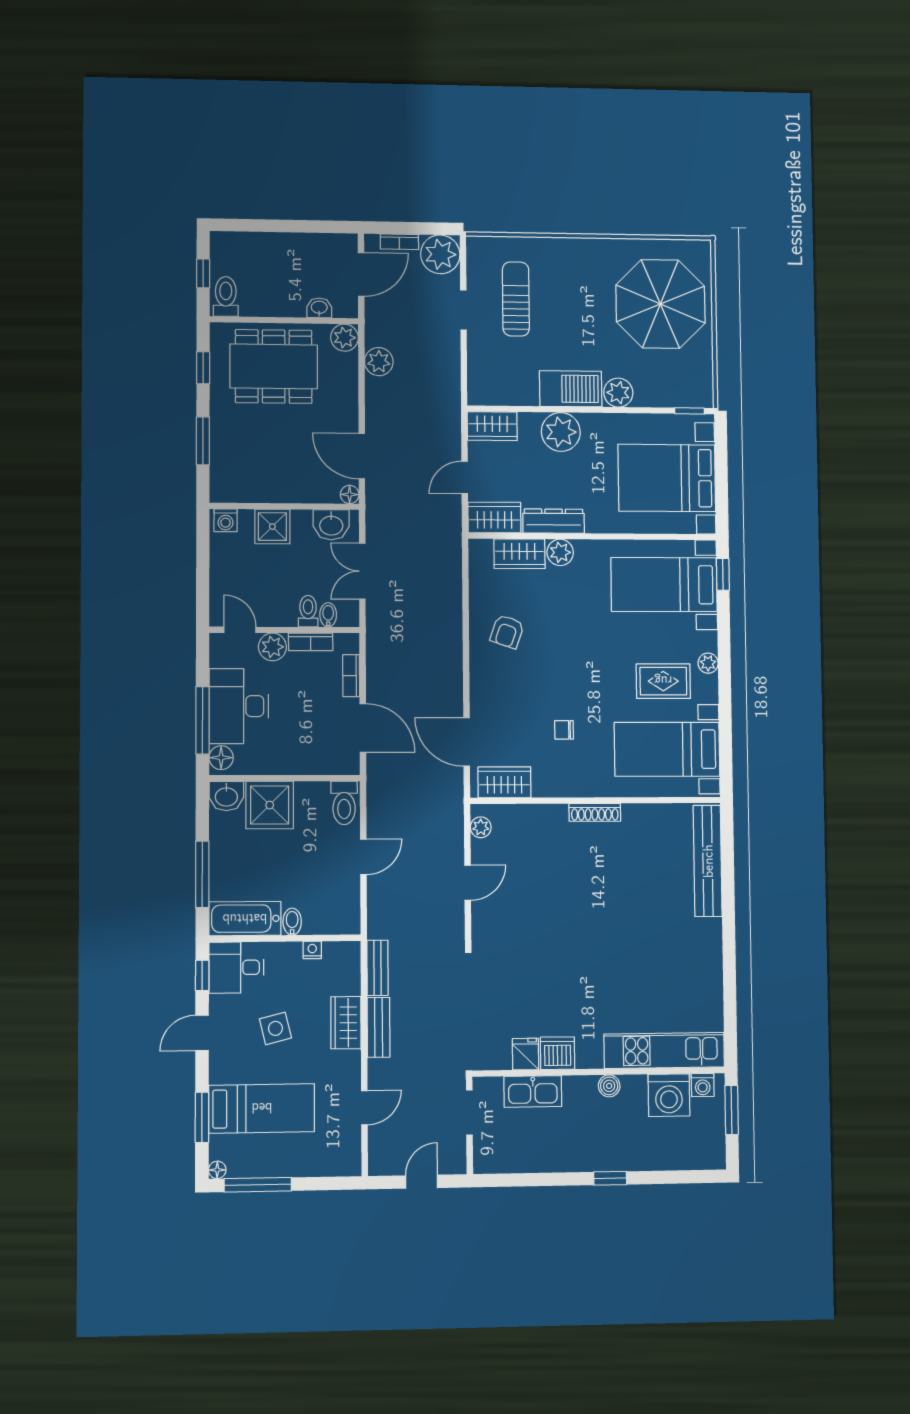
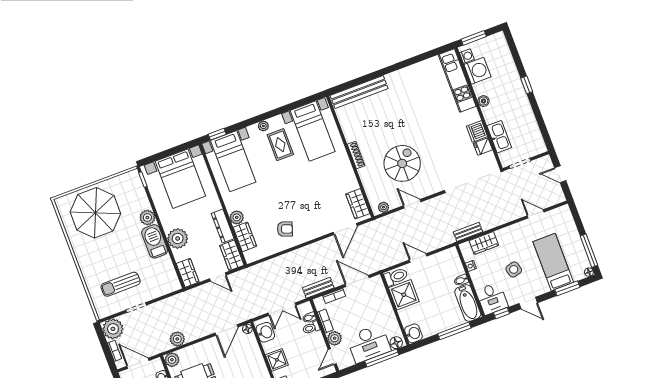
door: (363, 728) -> (357, 281), hinge flipped
chair: (564, 730) -> (322, 184), removed
shower: (270, 805) -> (404, 295), moved
spiral stairs: (549, 892) -> (402, 163), added
wardrobe: (346, 1023) -> (484, 243), moved
bench: (379, 1027) -> (318, 288), moved

